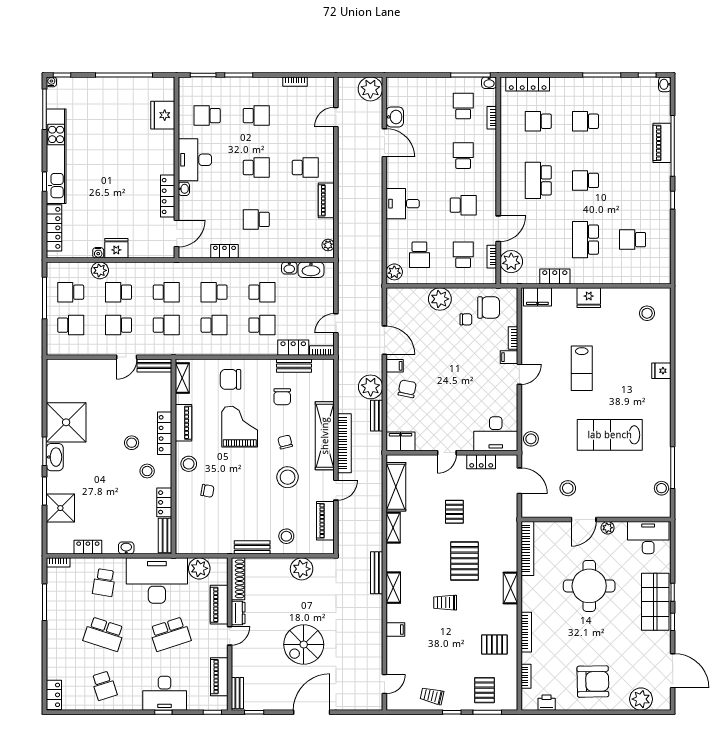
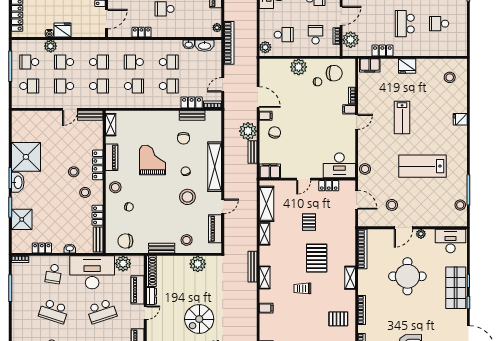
school desk: (419, 255) -> (284, 35), turned -90
chair: (231, 379) -> (125, 241), moved
bookcase: (344, 443) -> (229, 43), moved

